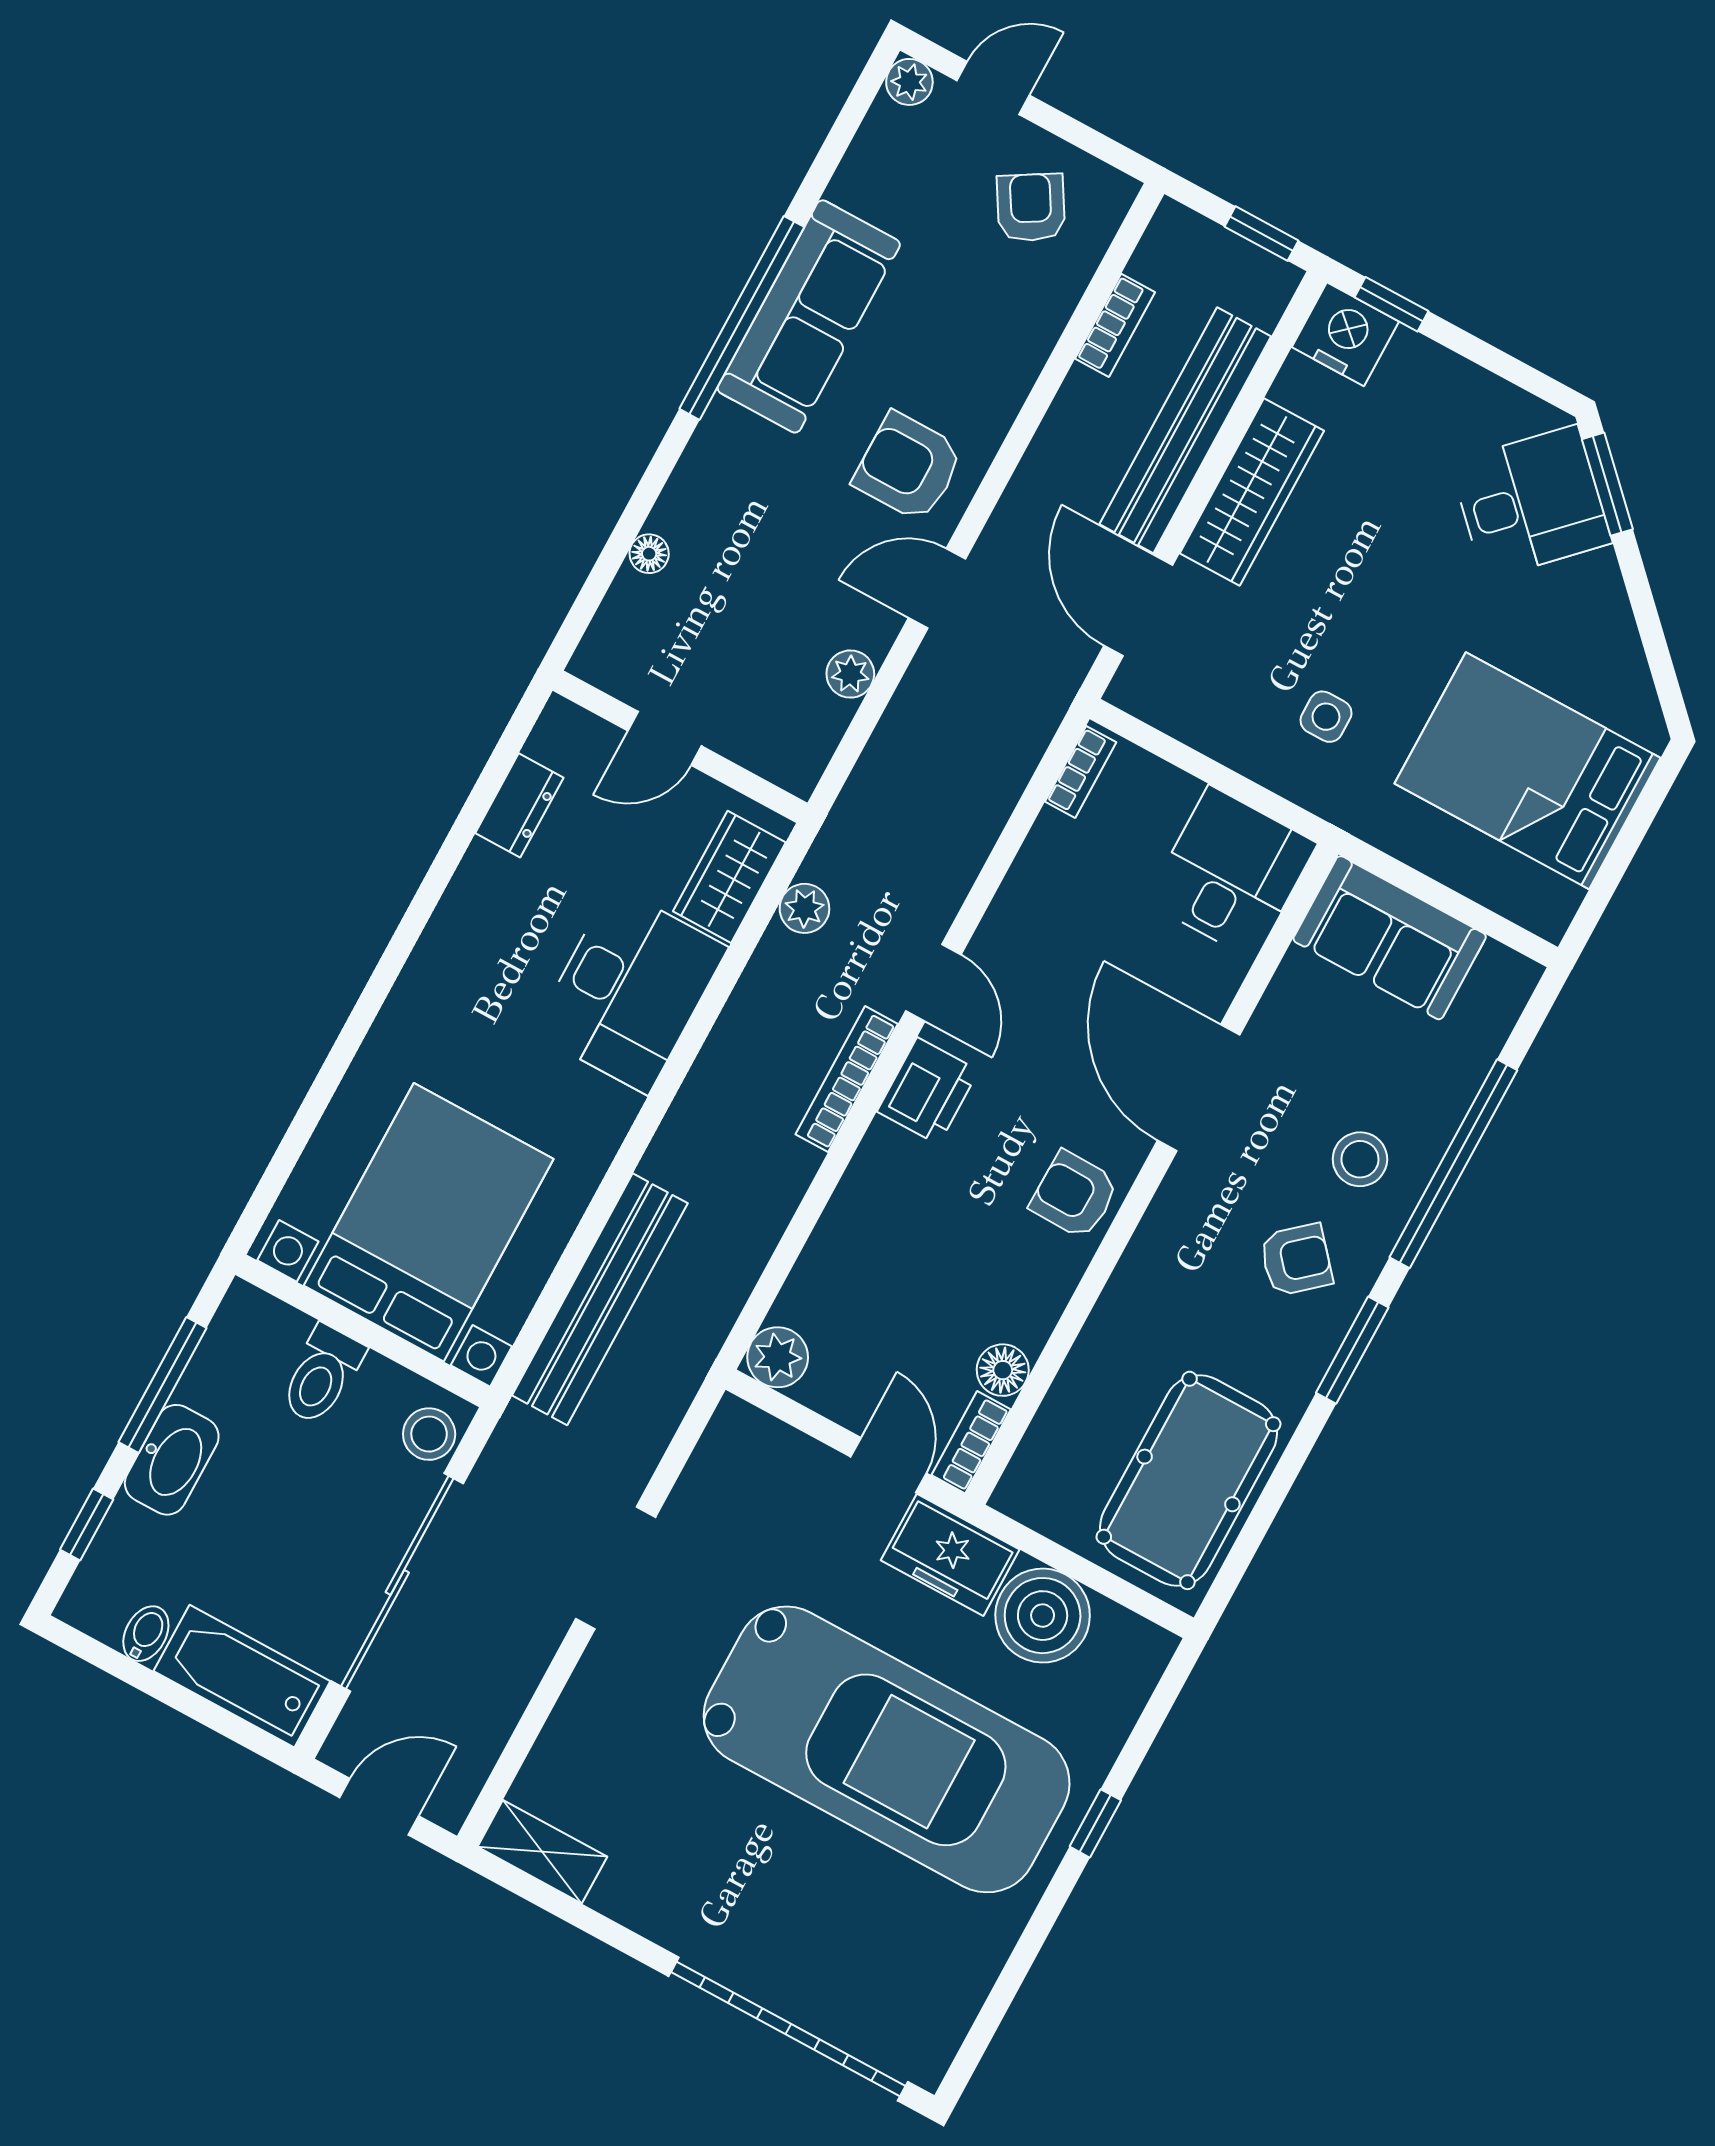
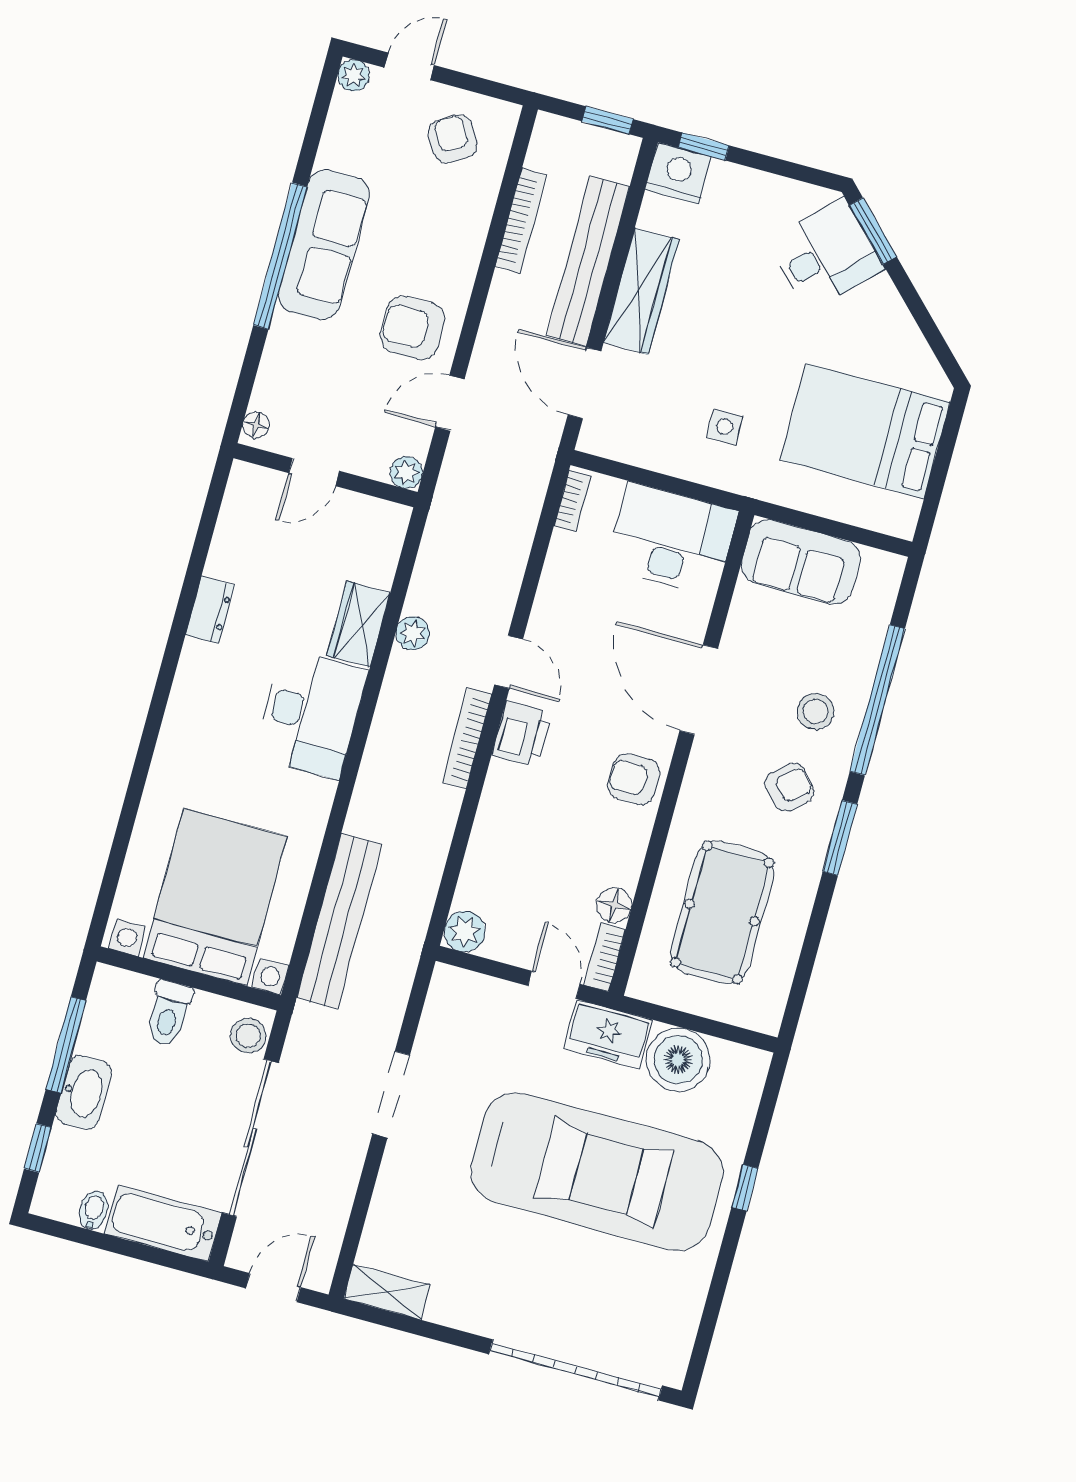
bookcase: (1115, 325) -> (521, 221), width x1.56
door: (665, 738) -> (314, 472), moved
wall: (680, 747) -> (326, 475), moved
desk: (1231, 873) -> (672, 540), width x1.37
pool table: (1188, 1480) -> (722, 913), moved

